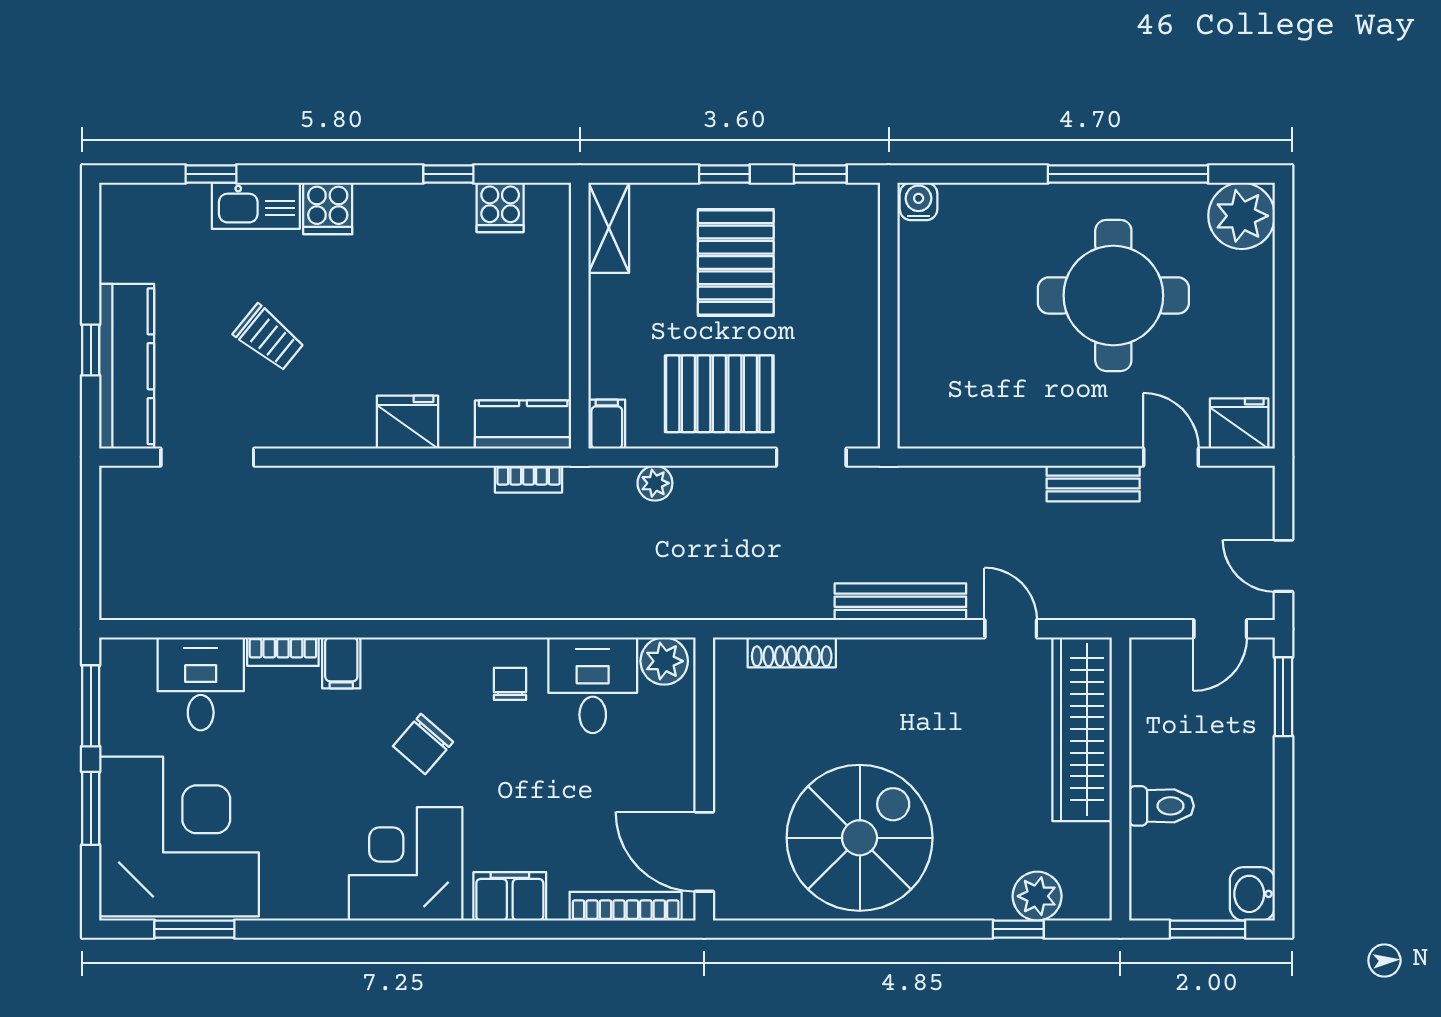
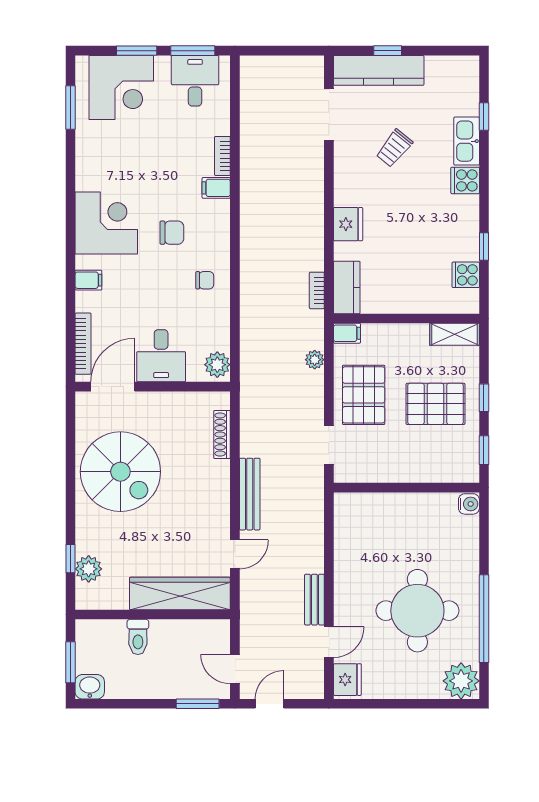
desk: (201, 684) -> (195, 81), moved, turned -90
desk: (593, 685) -> (161, 356), moved, turned 90
chair: (423, 744) -> (172, 233), turned 139
corner desk: (179, 836) -> (121, 87), width x0.74, depth x0.74
filing cabinet: (510, 896) -> (88, 280), width x0.50

